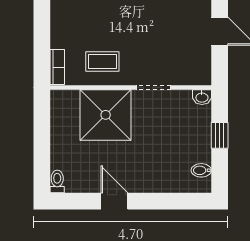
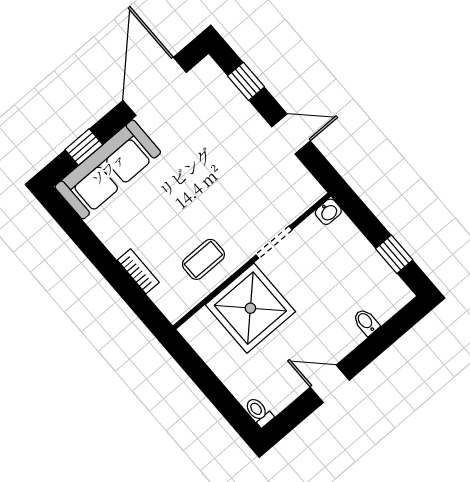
bookcase: (57, 67) -> (138, 271), moved
window: (220, 135) -> (394, 254), moved
bidet: (201, 170) -> (366, 322), moved, turned 90

